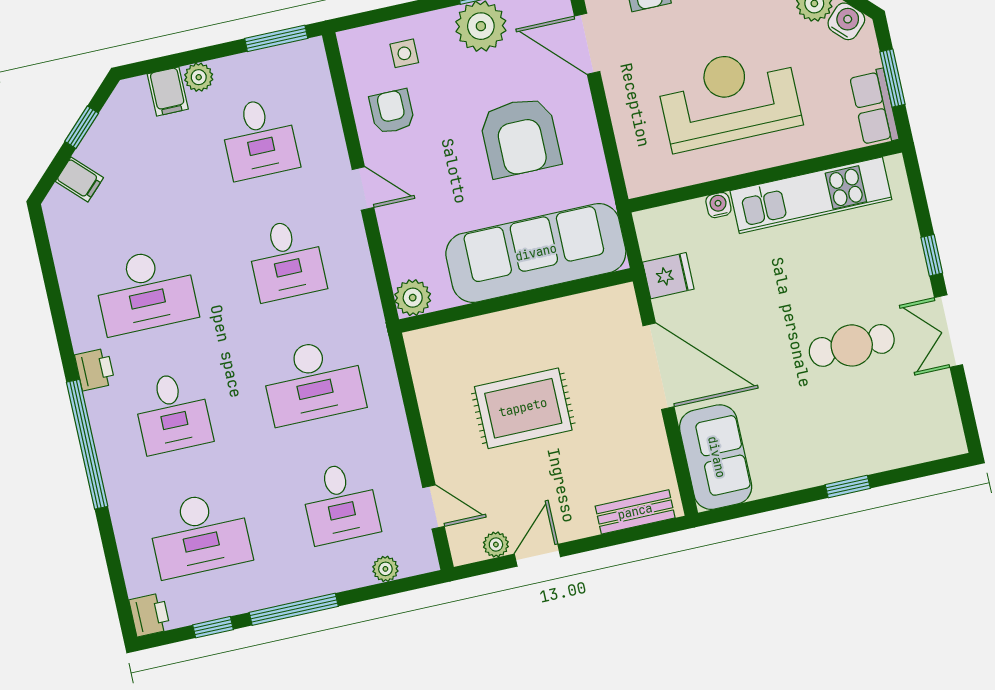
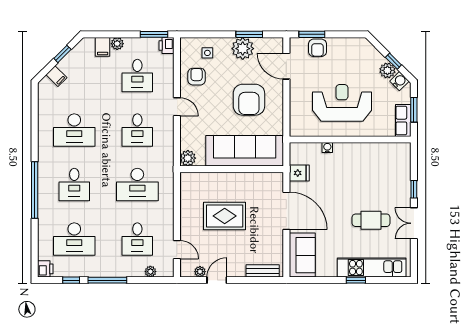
kitchen unit: (811, 195) -> (372, 268), moved, turned 180
printer: (95, 369) -> (167, 45), moved, turned 180

